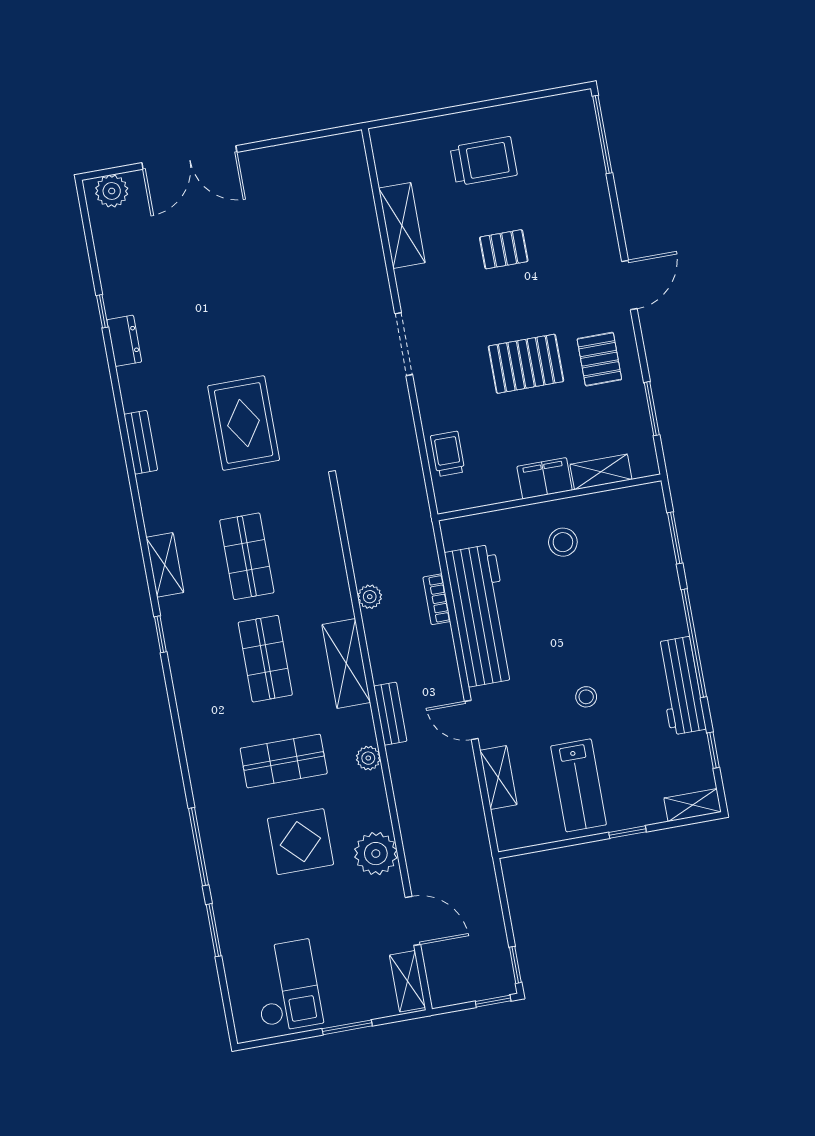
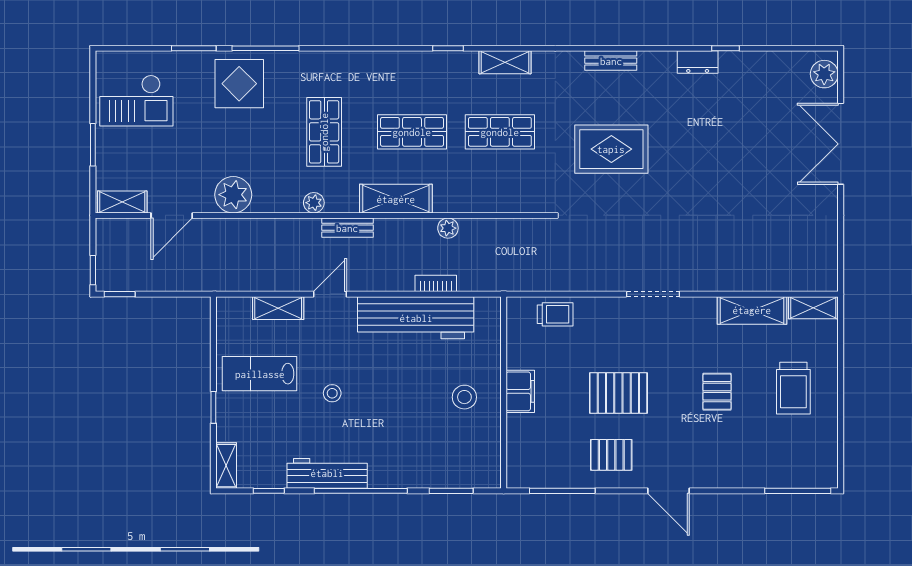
pallet: (526, 364) -> (618, 393), turned 90
window: (652, 409) -> (562, 491), width x1.44
shelving: (601, 472) -> (813, 308), moved, turned 90
display table: (300, 842) -> (239, 84), moved

